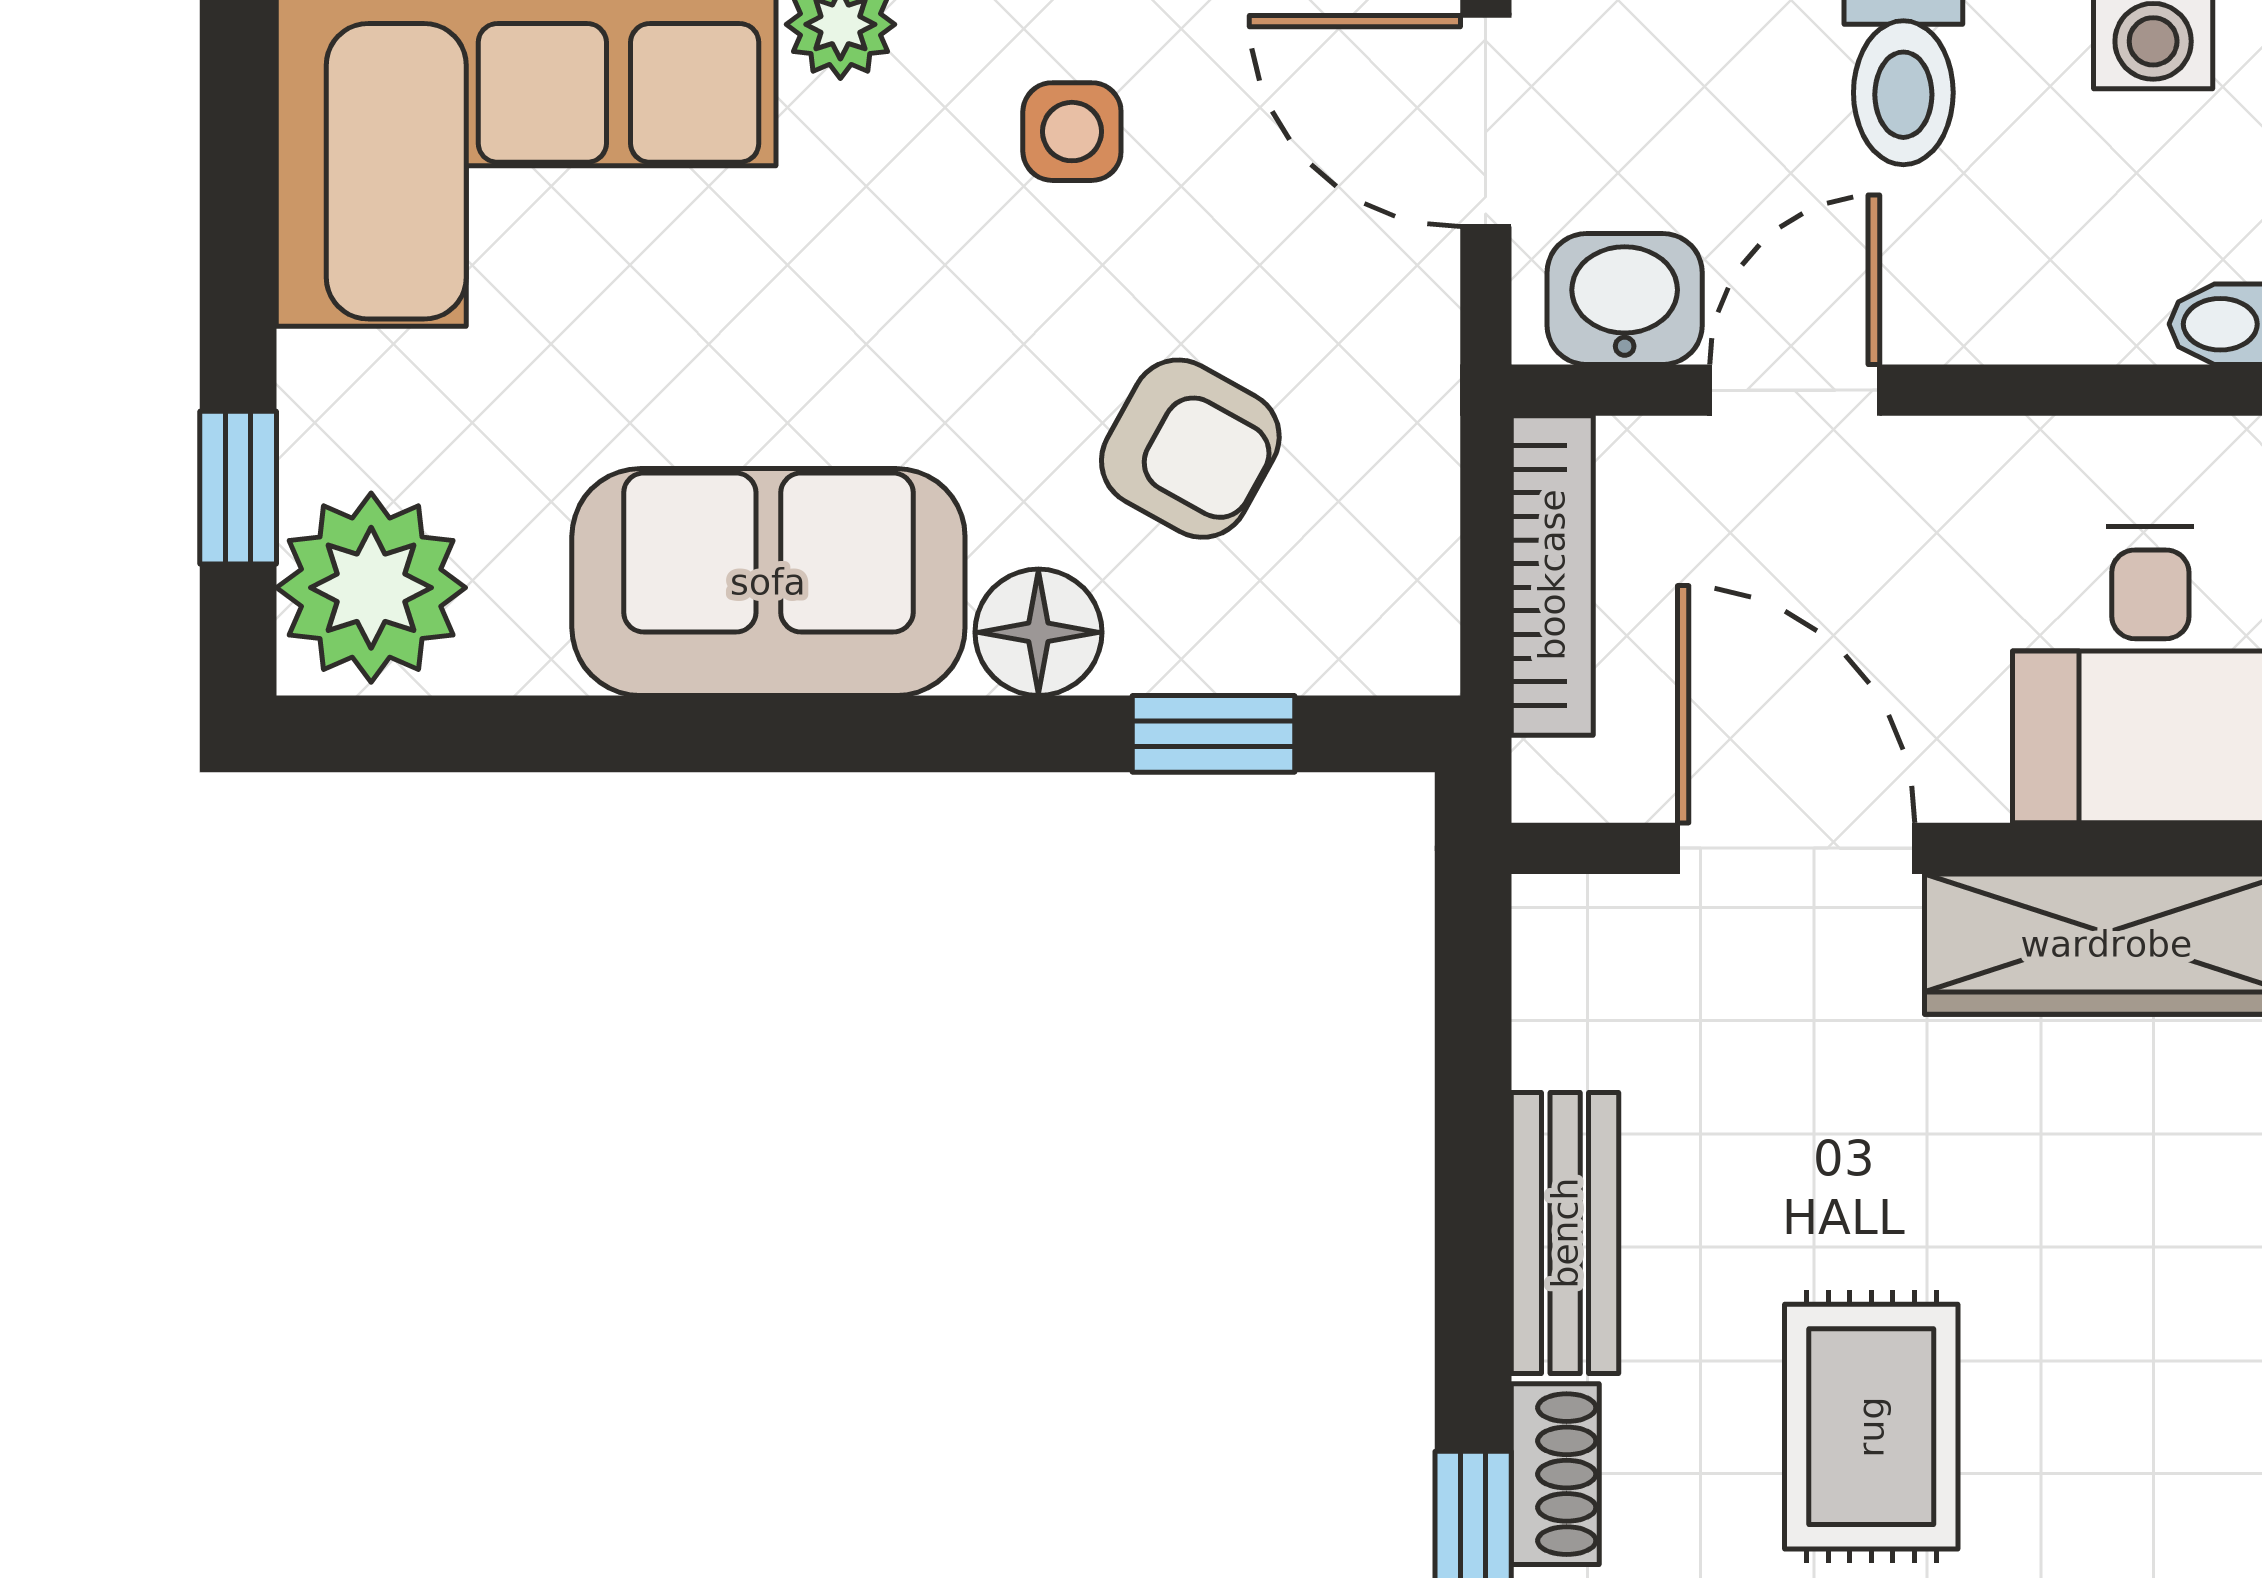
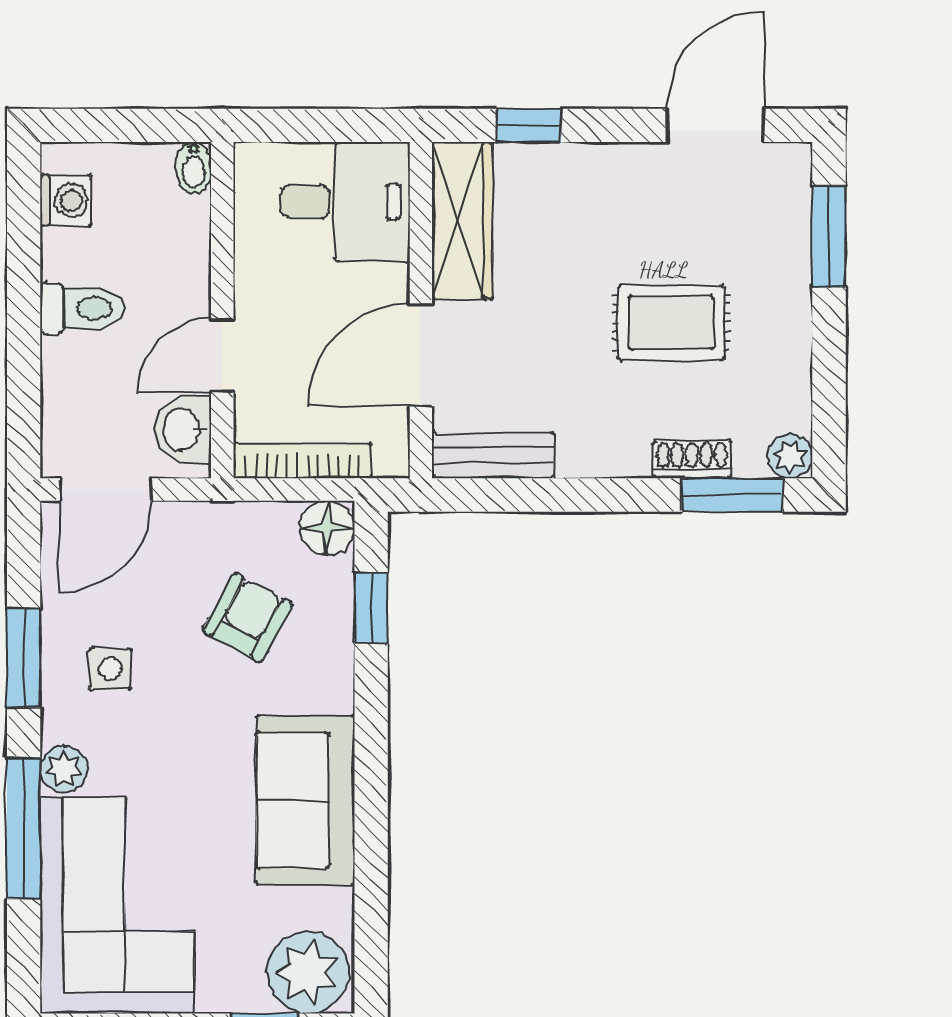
door: (1795, 390) -> (222, 356), hinge flipped
floor lamp: (1038, 632) -> (327, 528), moved
bench: (1565, 1233) -> (493, 455), moved

